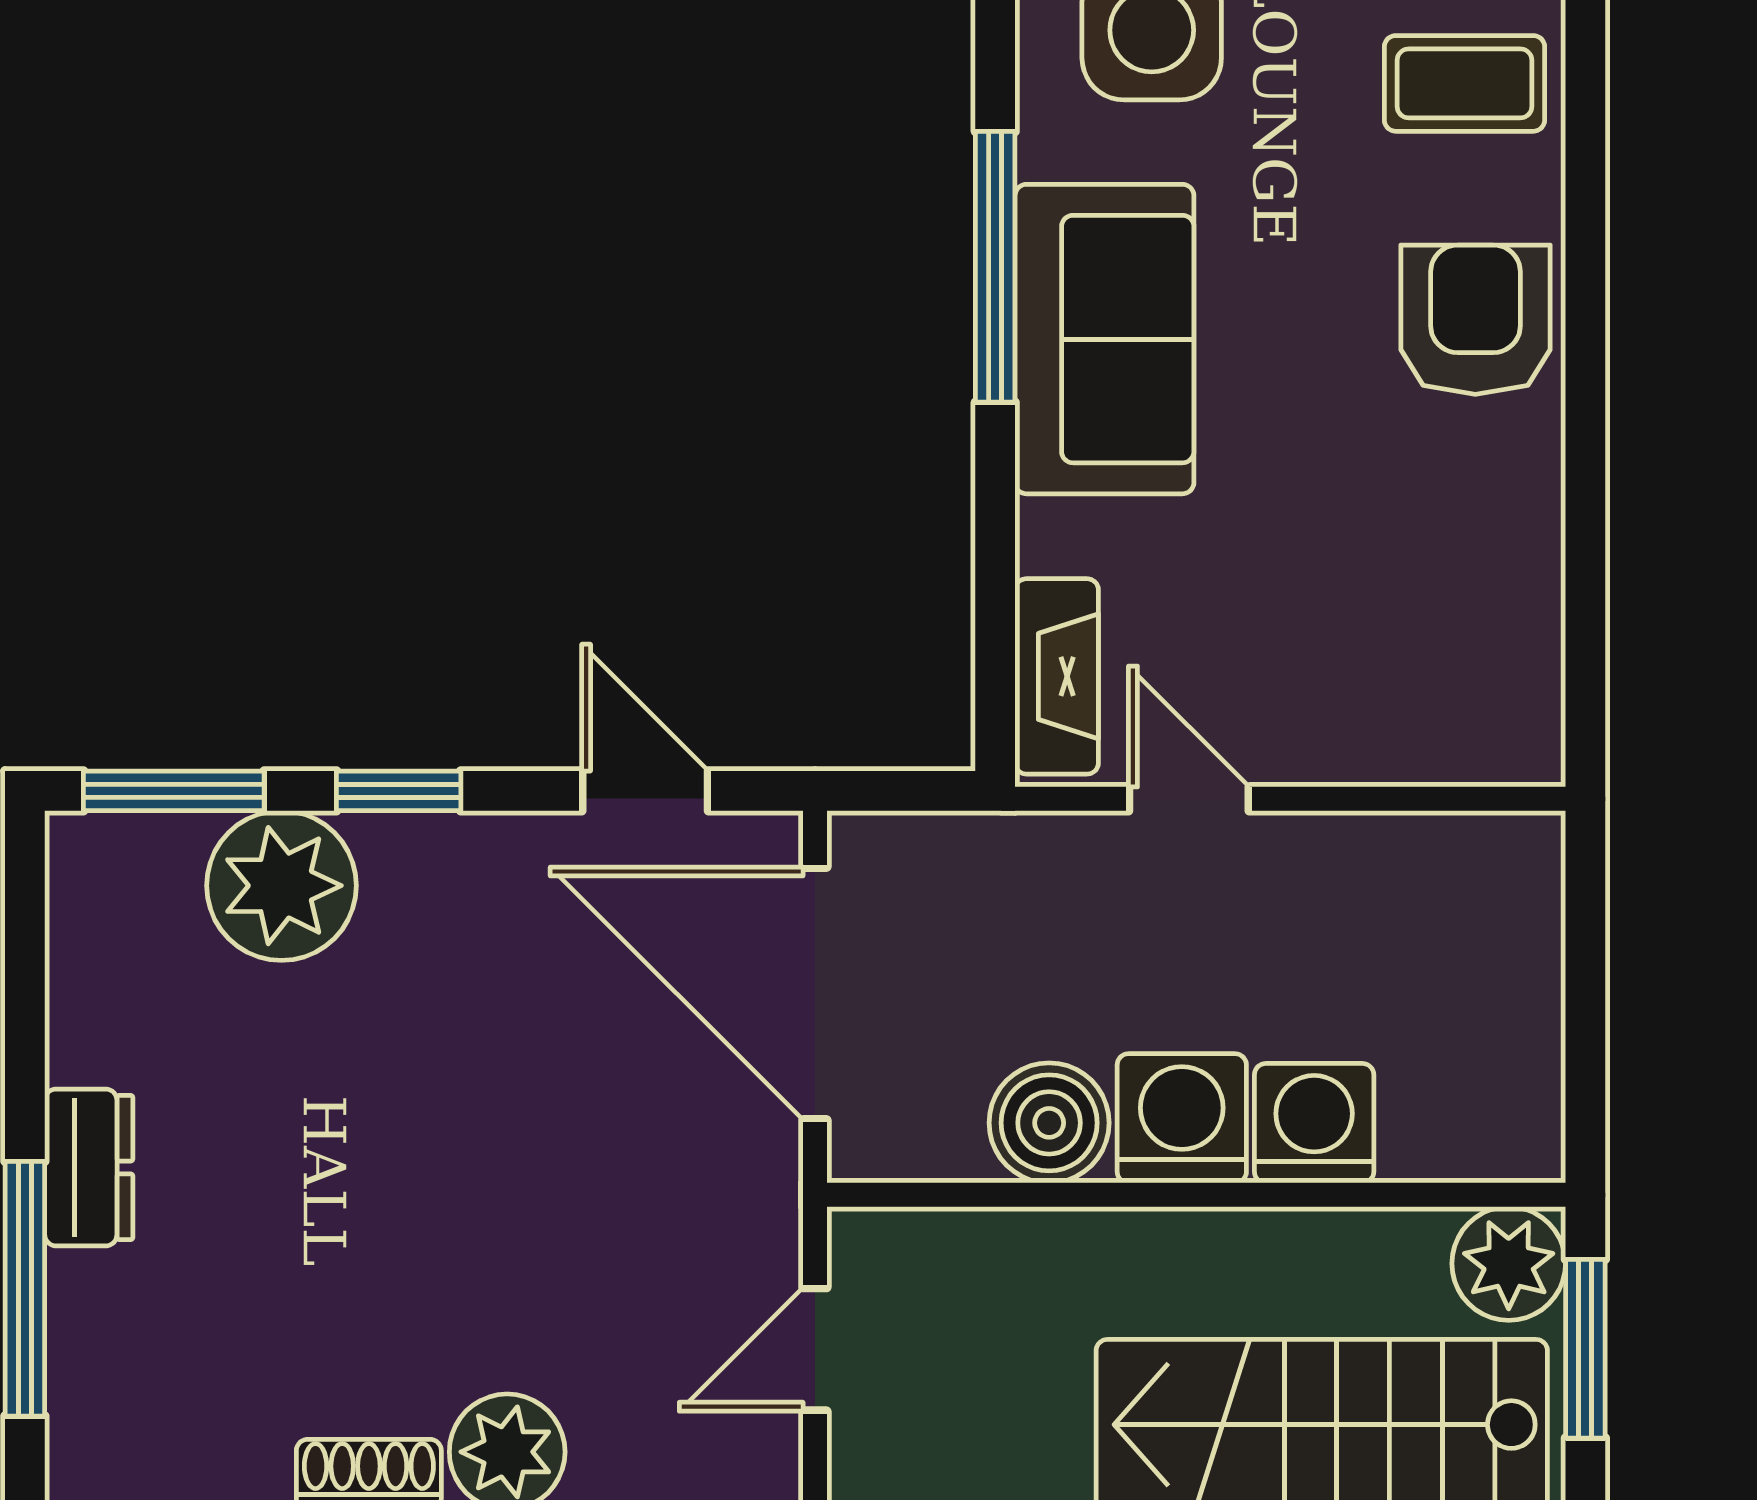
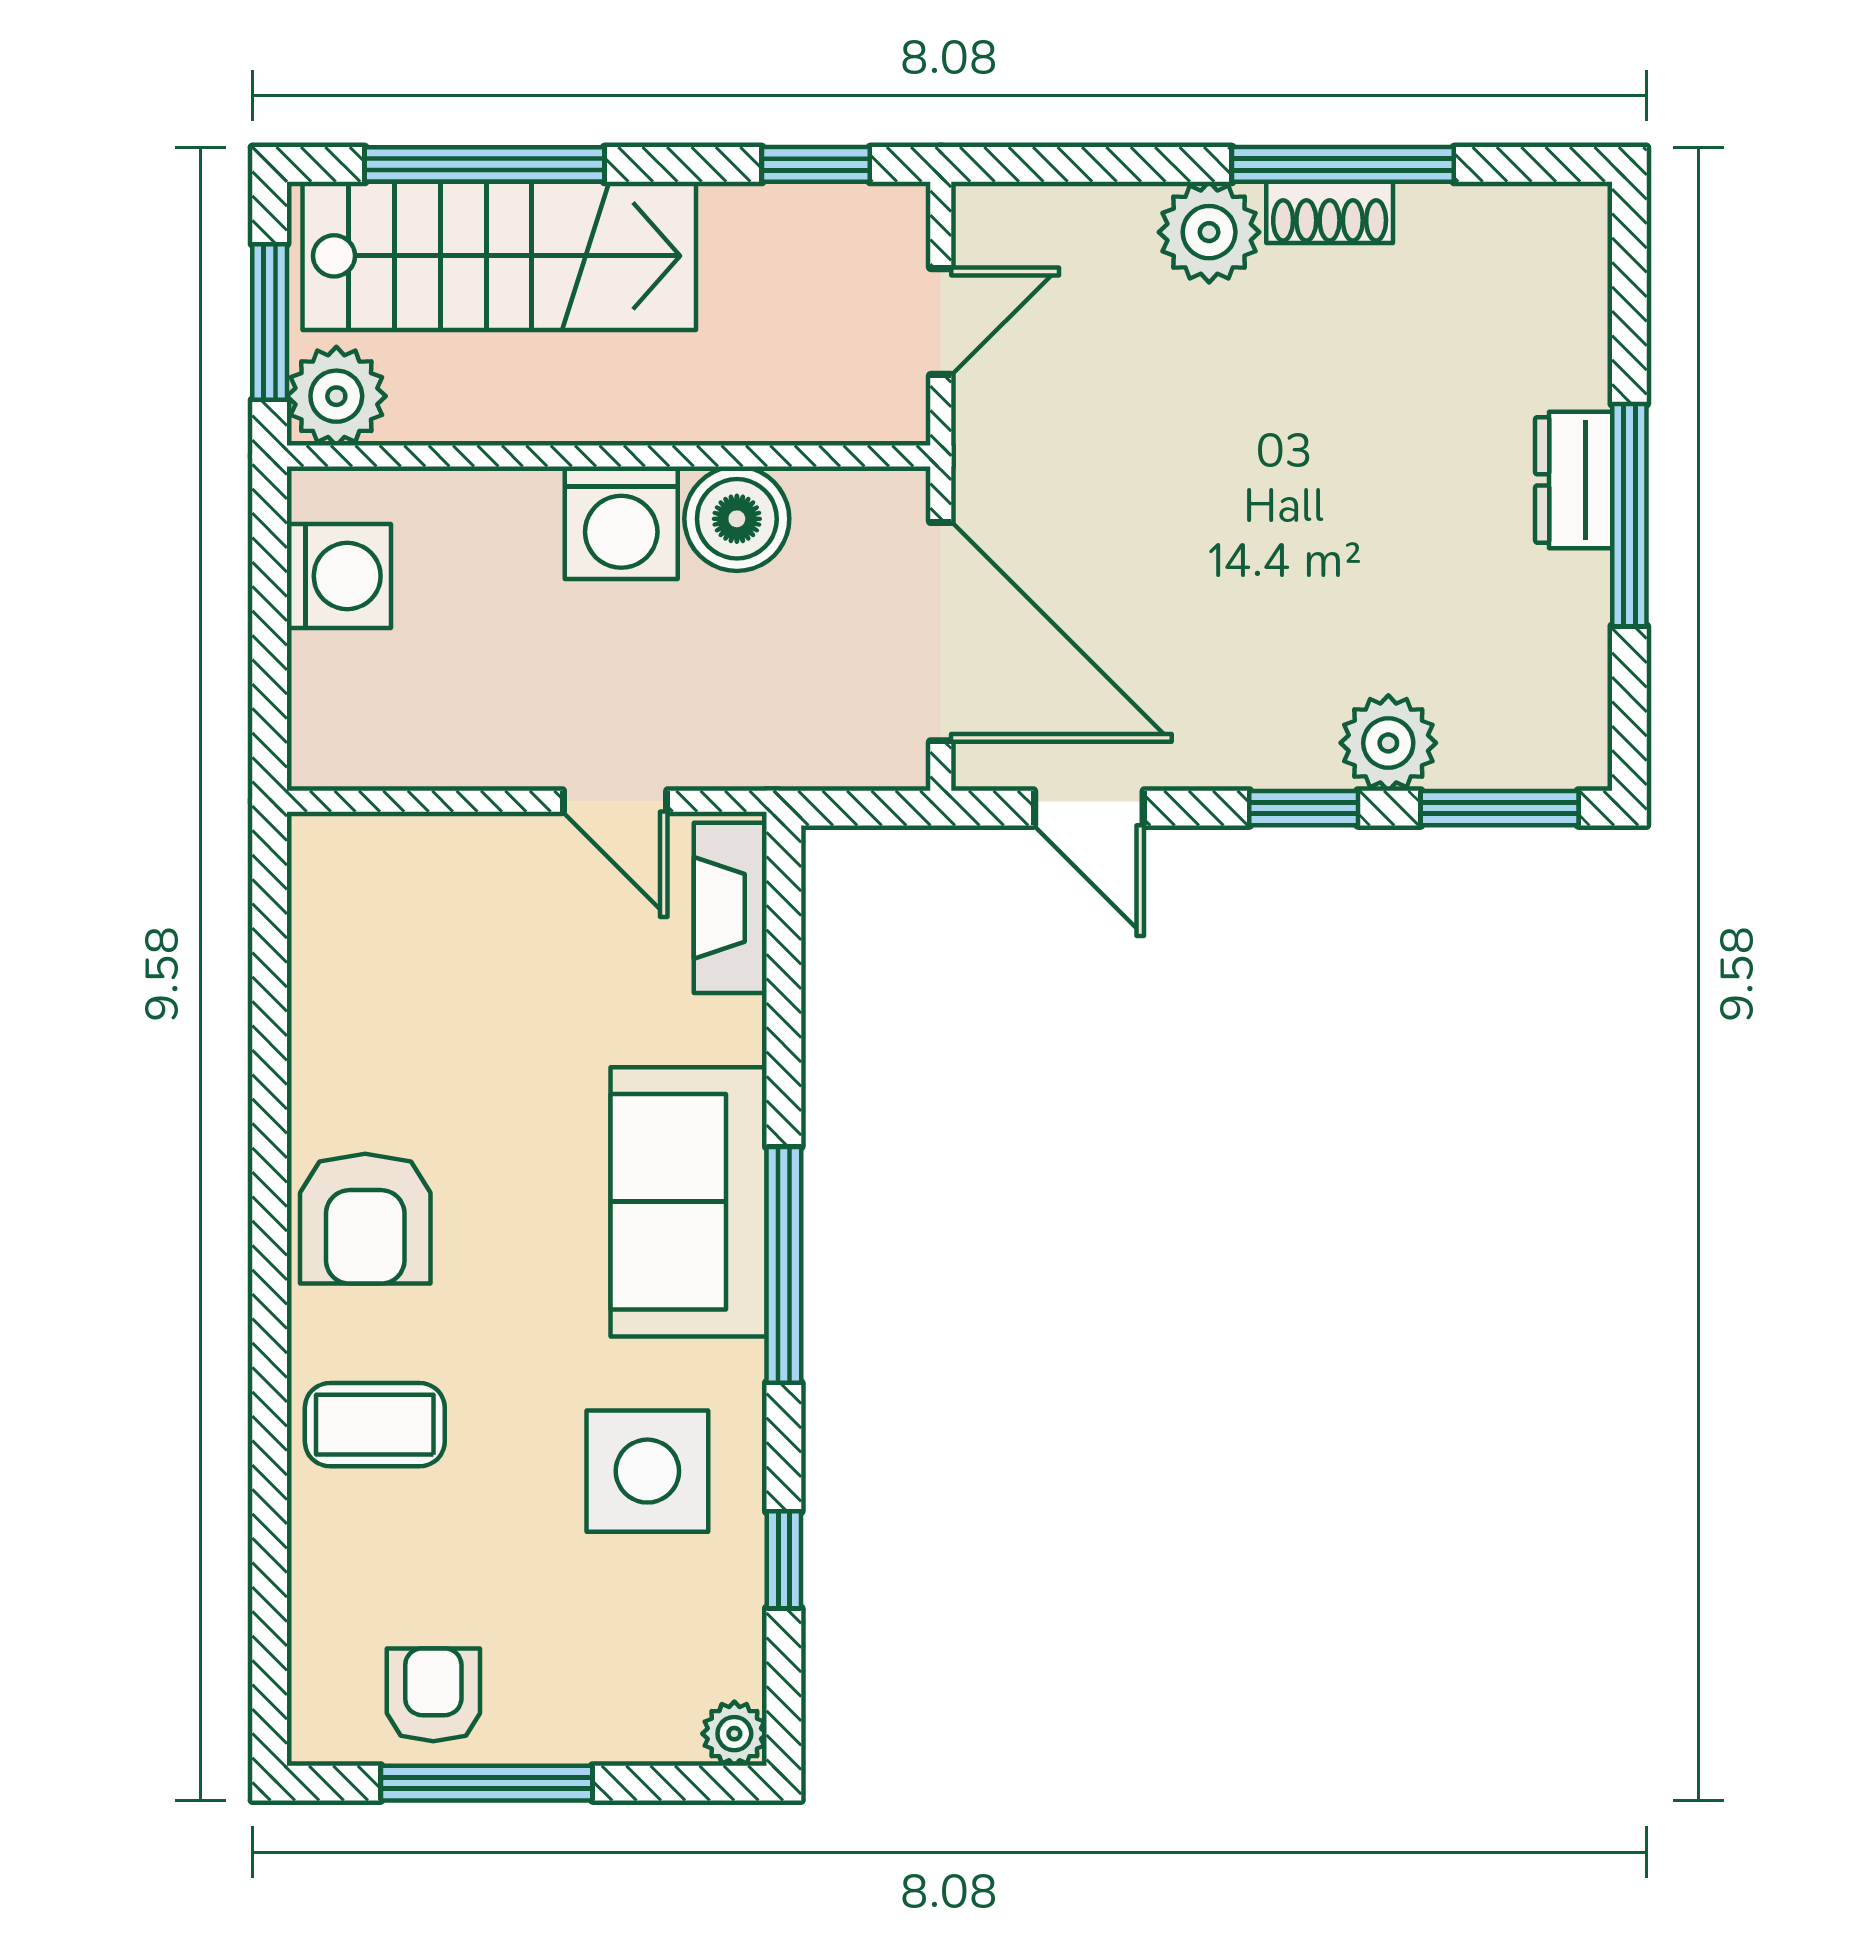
plant: (281, 886) -> (1388, 743), width x0.73, depth x0.73
washing machine: (1314, 1123) -> (339, 576), moved, turned -90
window: (25, 1289) -> (1629, 515), moved

